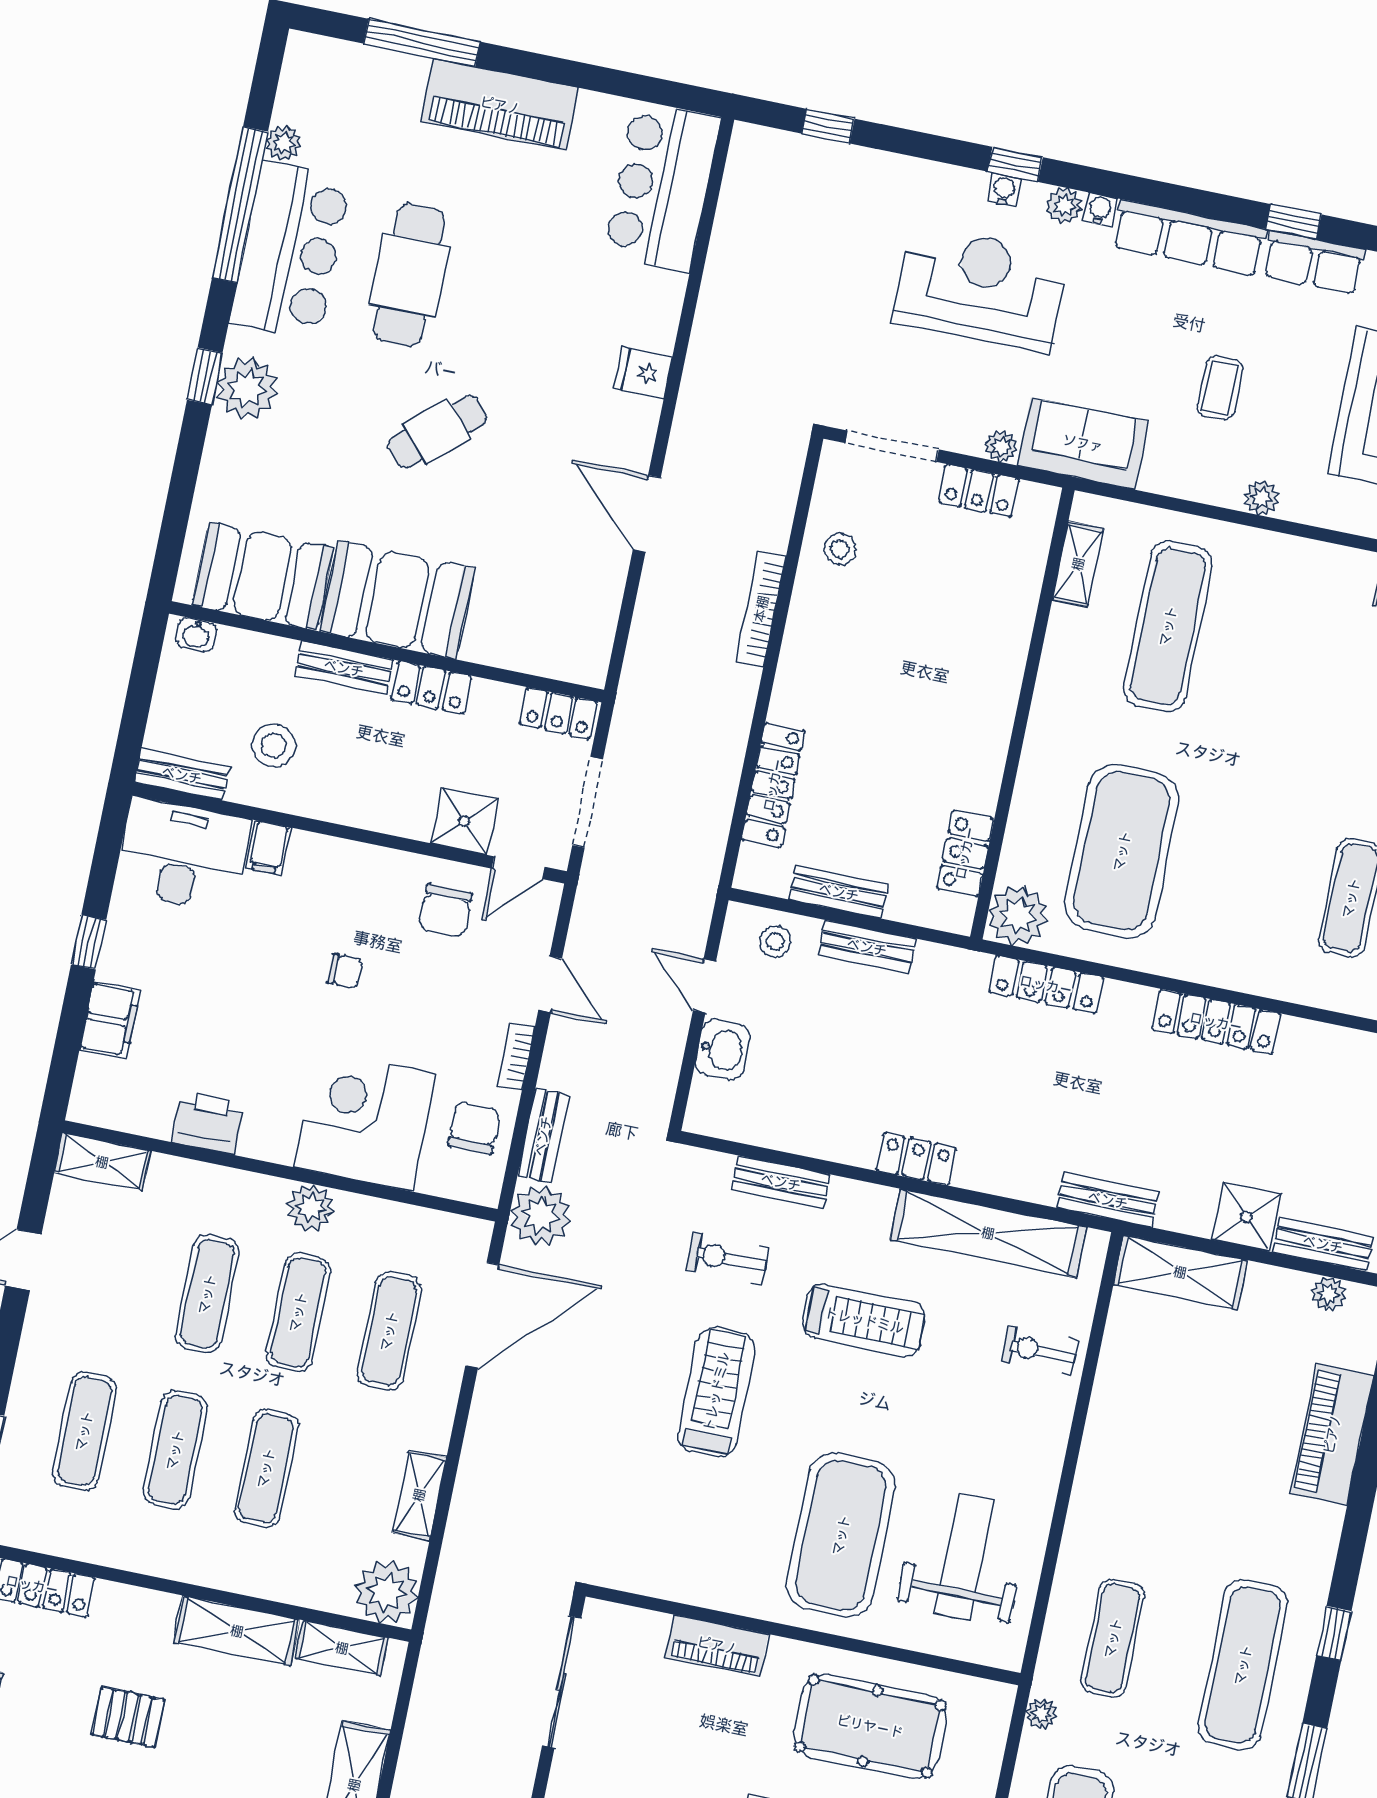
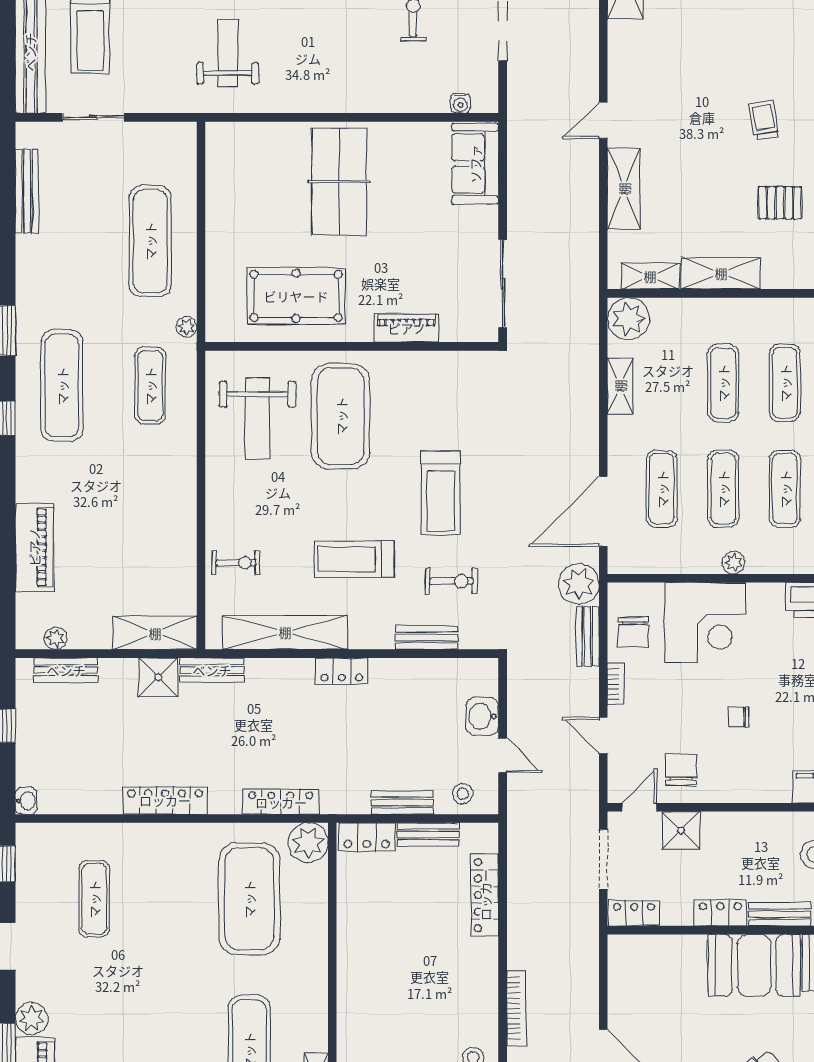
locker: (965, 853) -> (367, 837), moved, turned 90
plant: (311, 1208) -> (734, 563), width x0.73, depth x0.73
shower: (1246, 1217) -> (158, 677), moved

